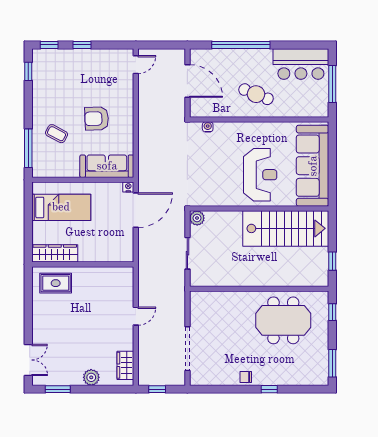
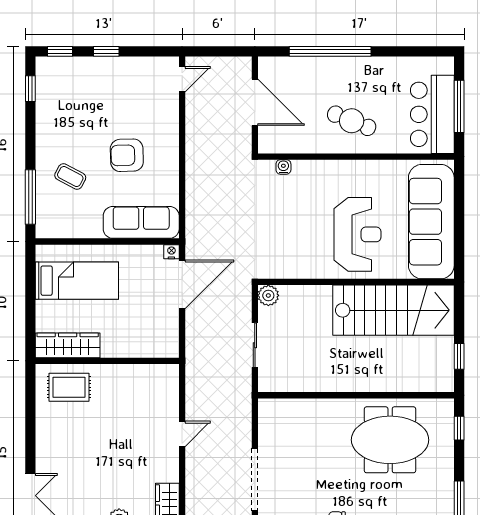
bar counter: (301, 64) -> (432, 114), moved, turned 90

